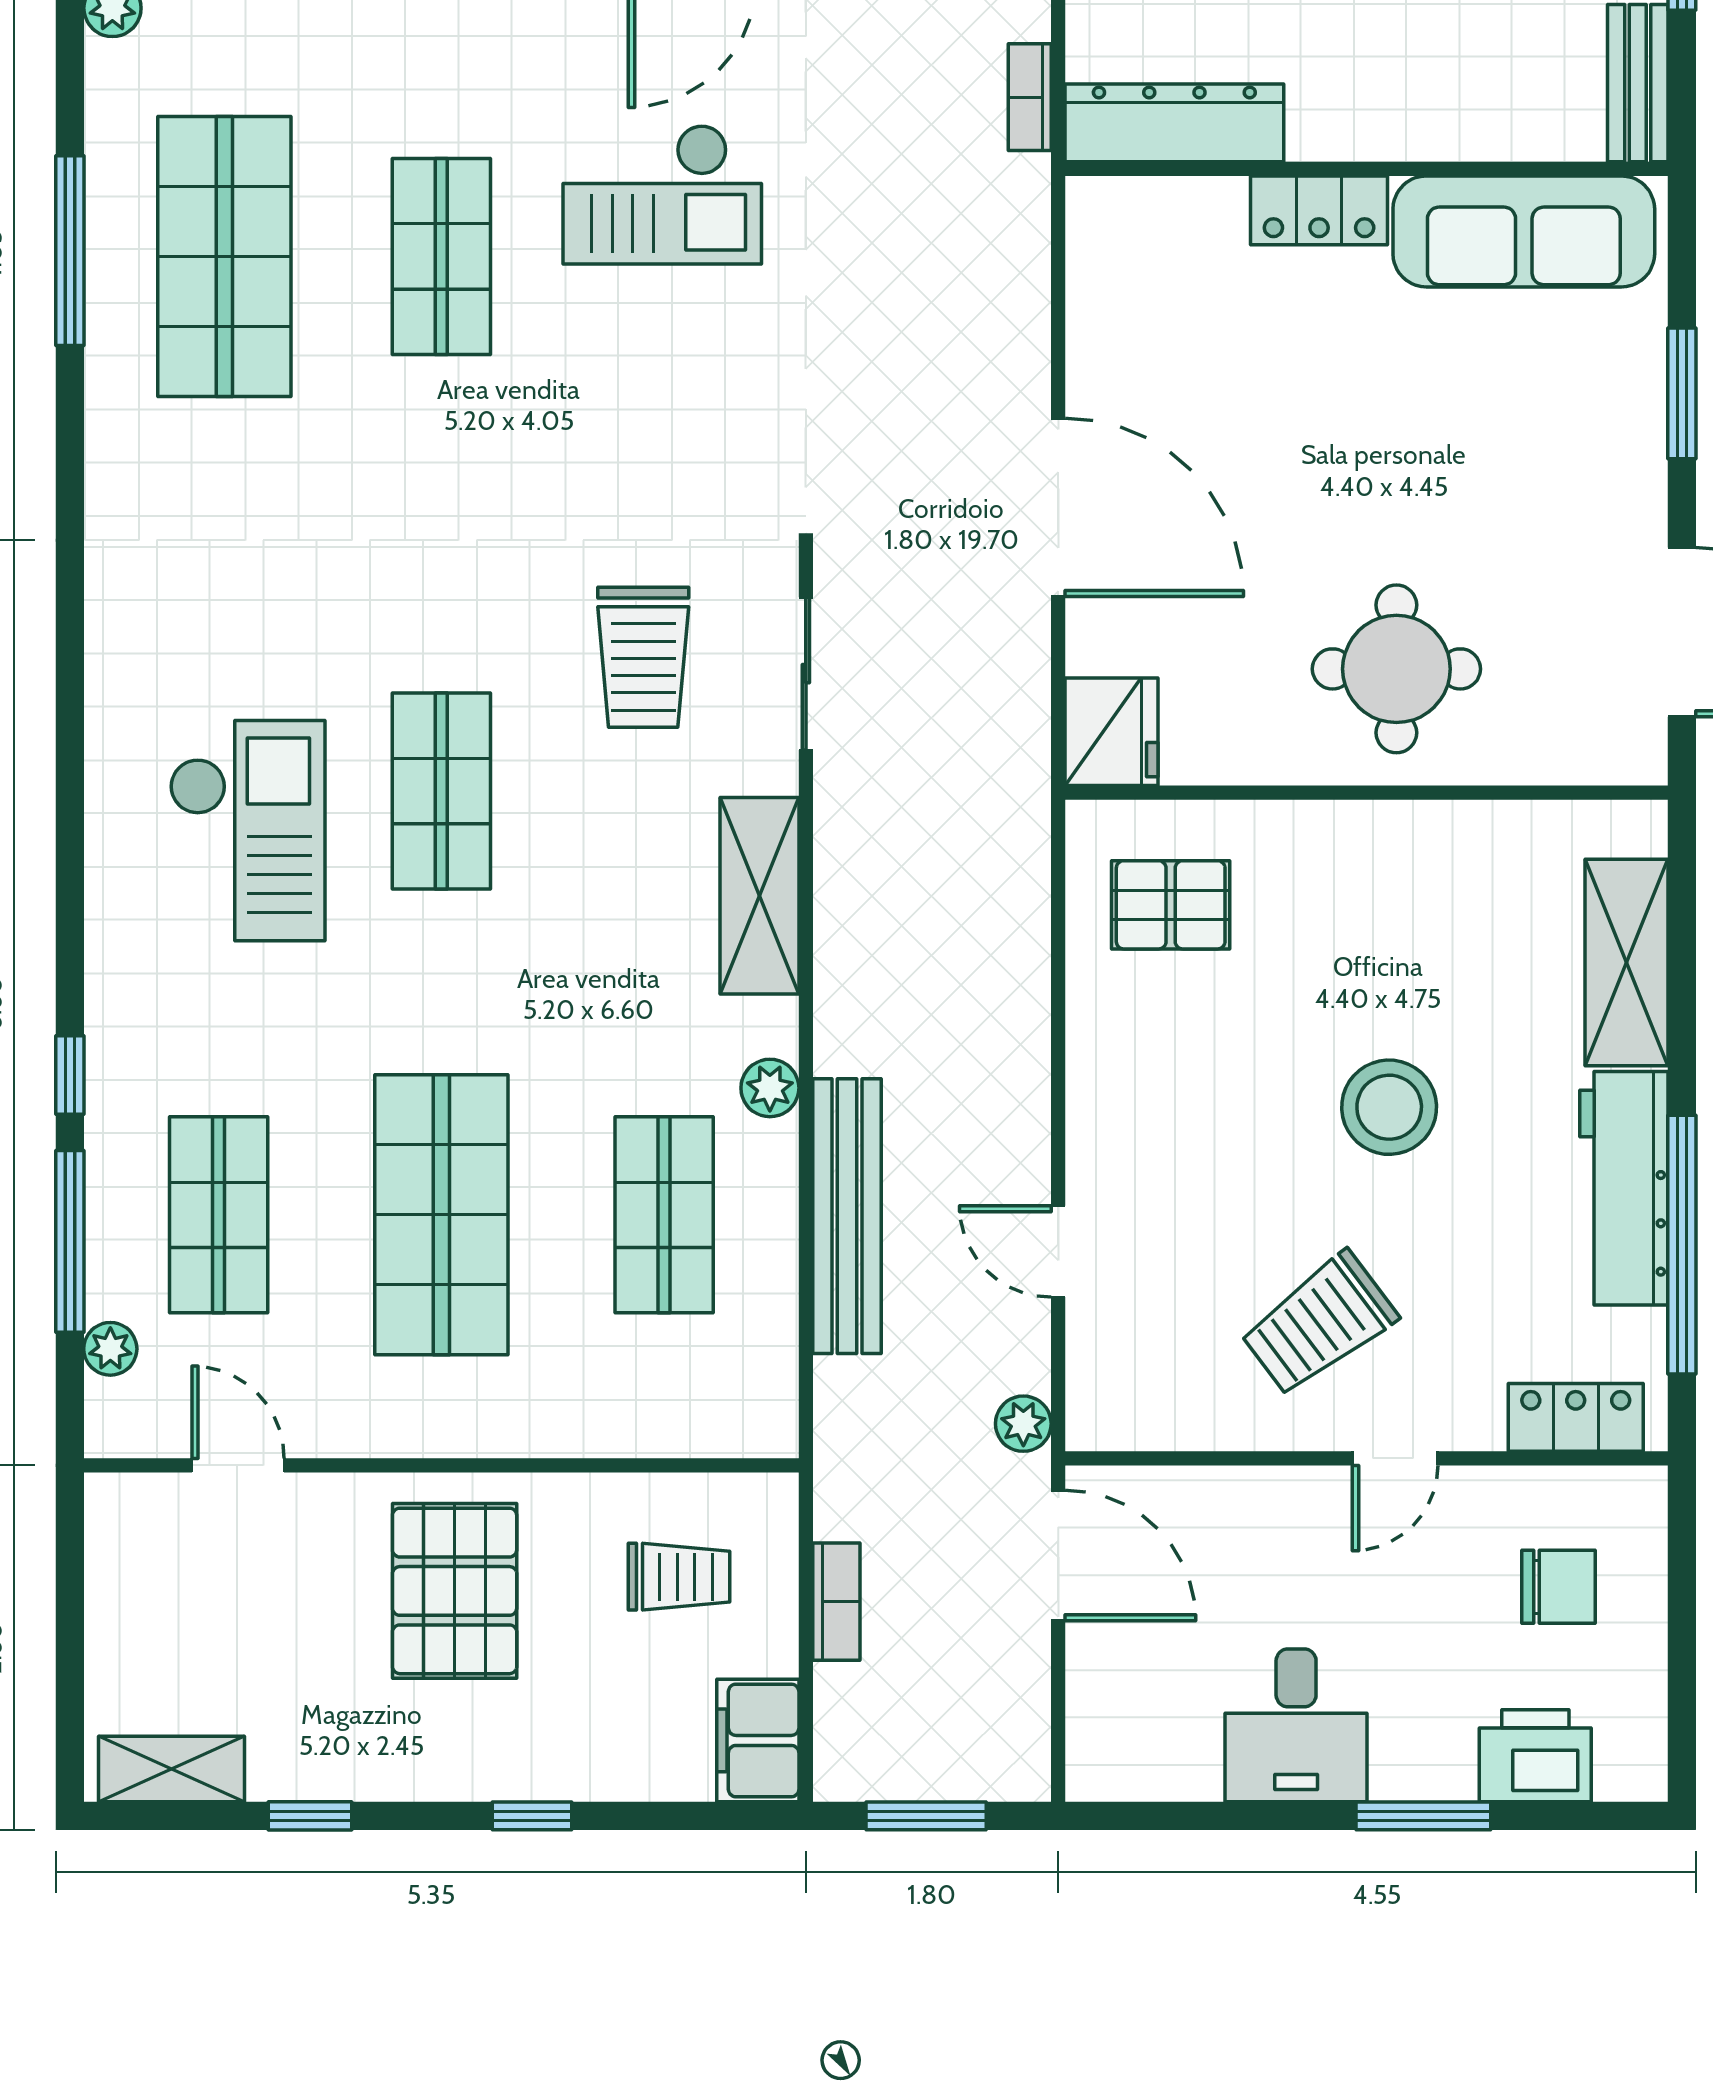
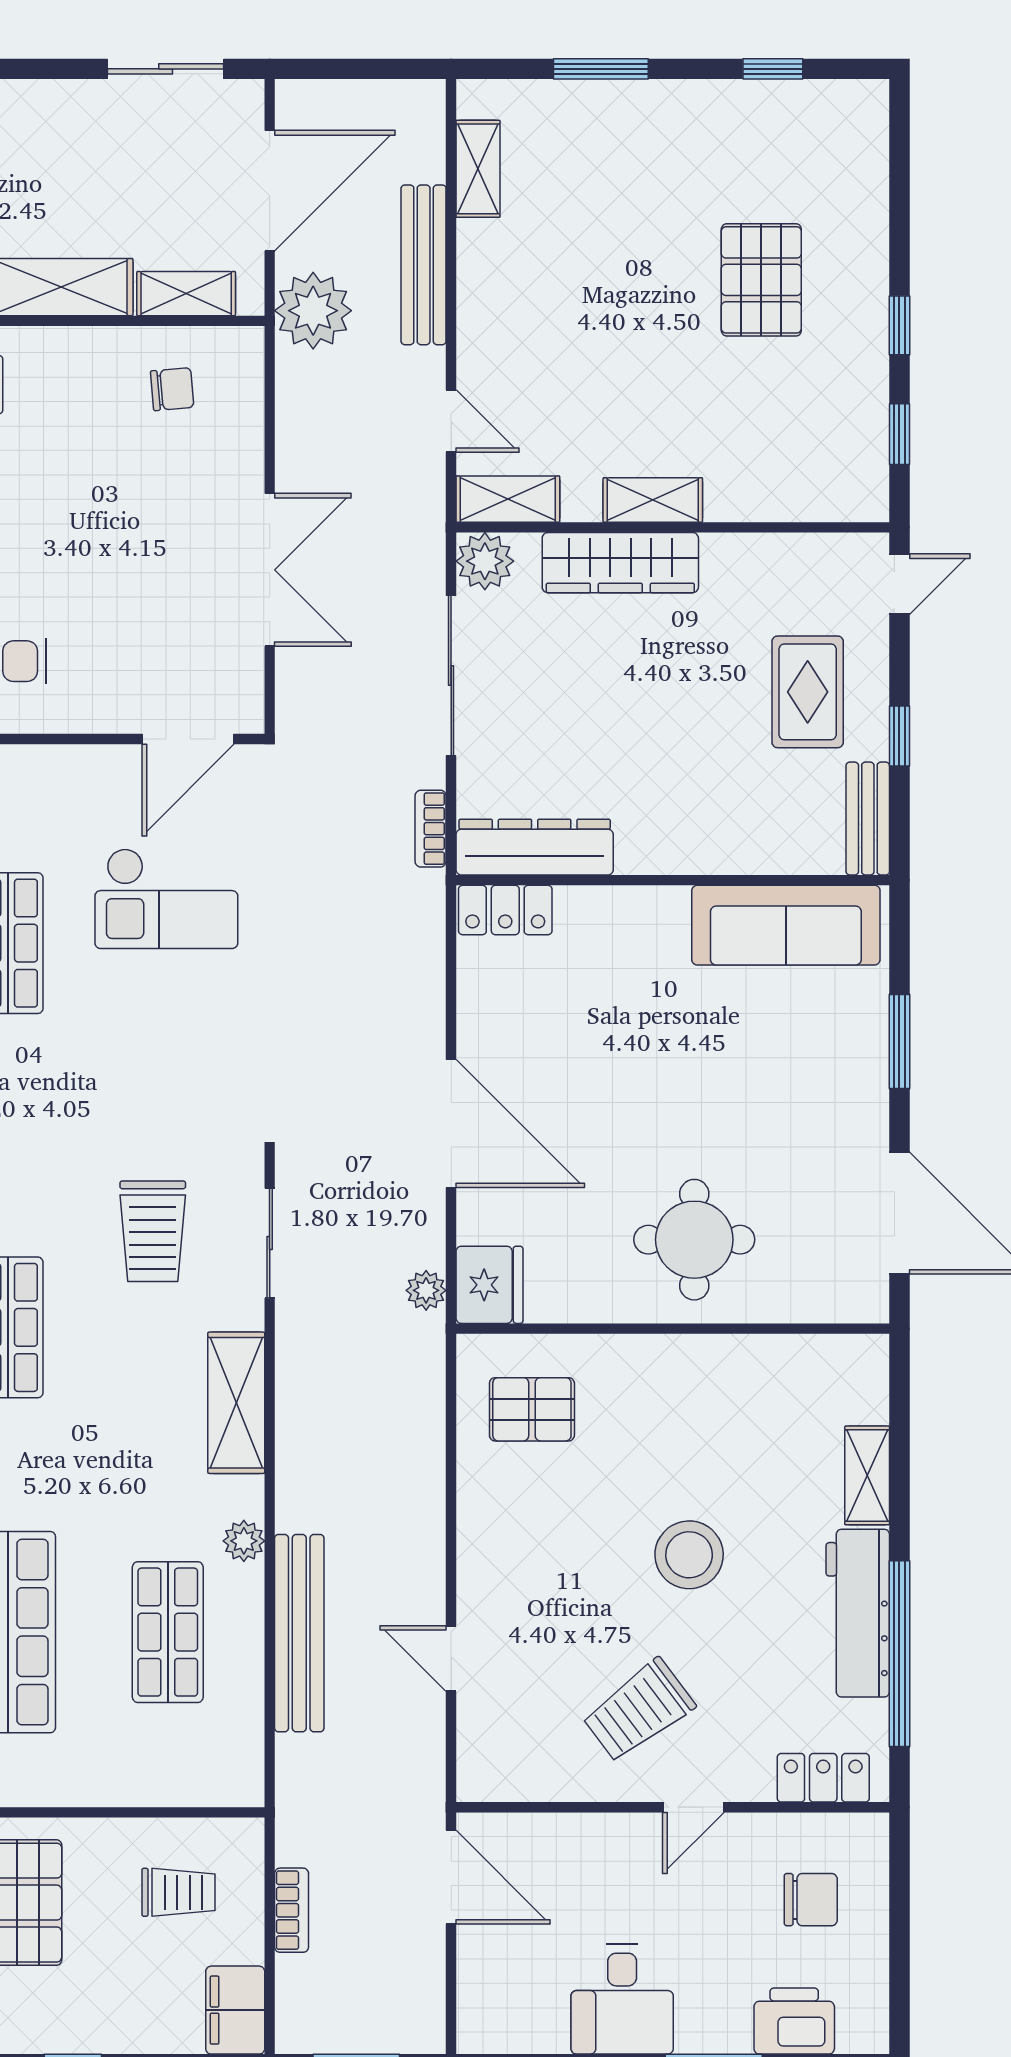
locker: (1319, 210) -> (505, 910), moved
shelving: (1626, 962) -> (867, 1475), width x0.67, depth x0.75
plant: (1023, 1424) -> (426, 1290), moved

